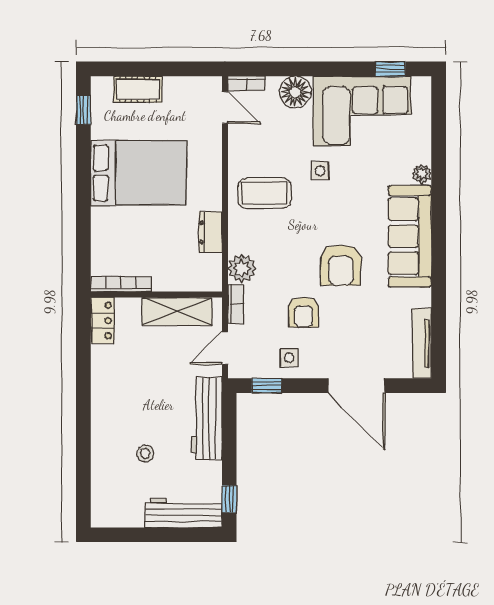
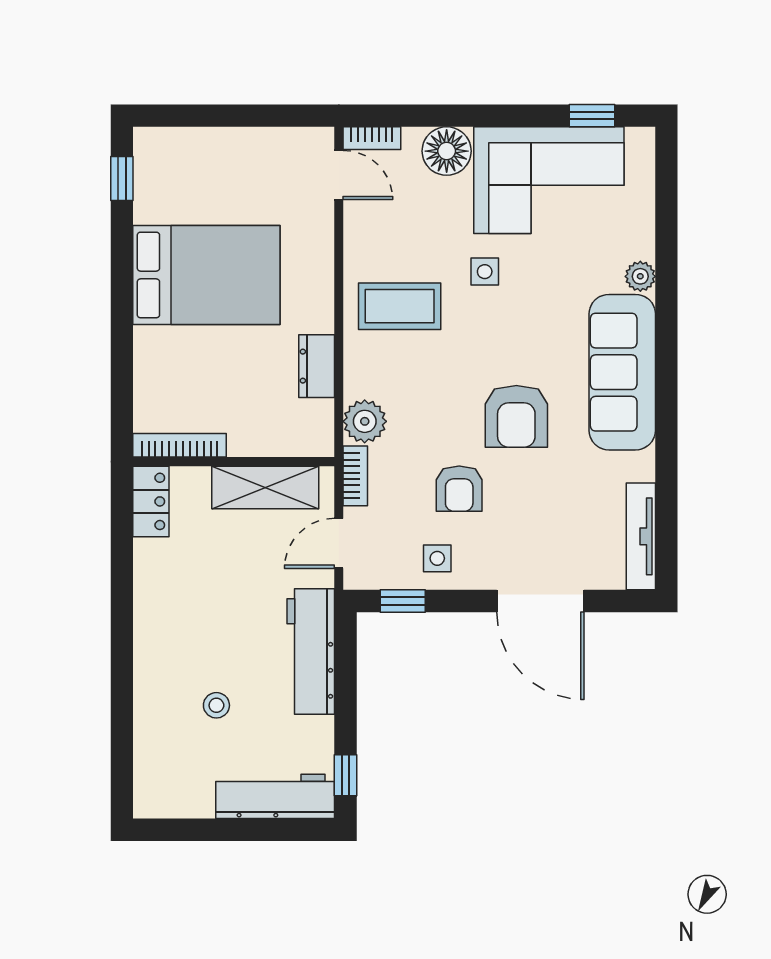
cot: (138, 89) -> (205, 147), removed

